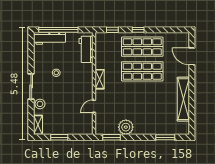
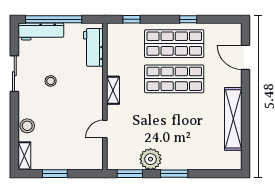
window: (138, 30) -> (188, 19), moved
sliding door: (31, 86) -> (14, 74), moved
window: (165, 137) -> (174, 174), moved

